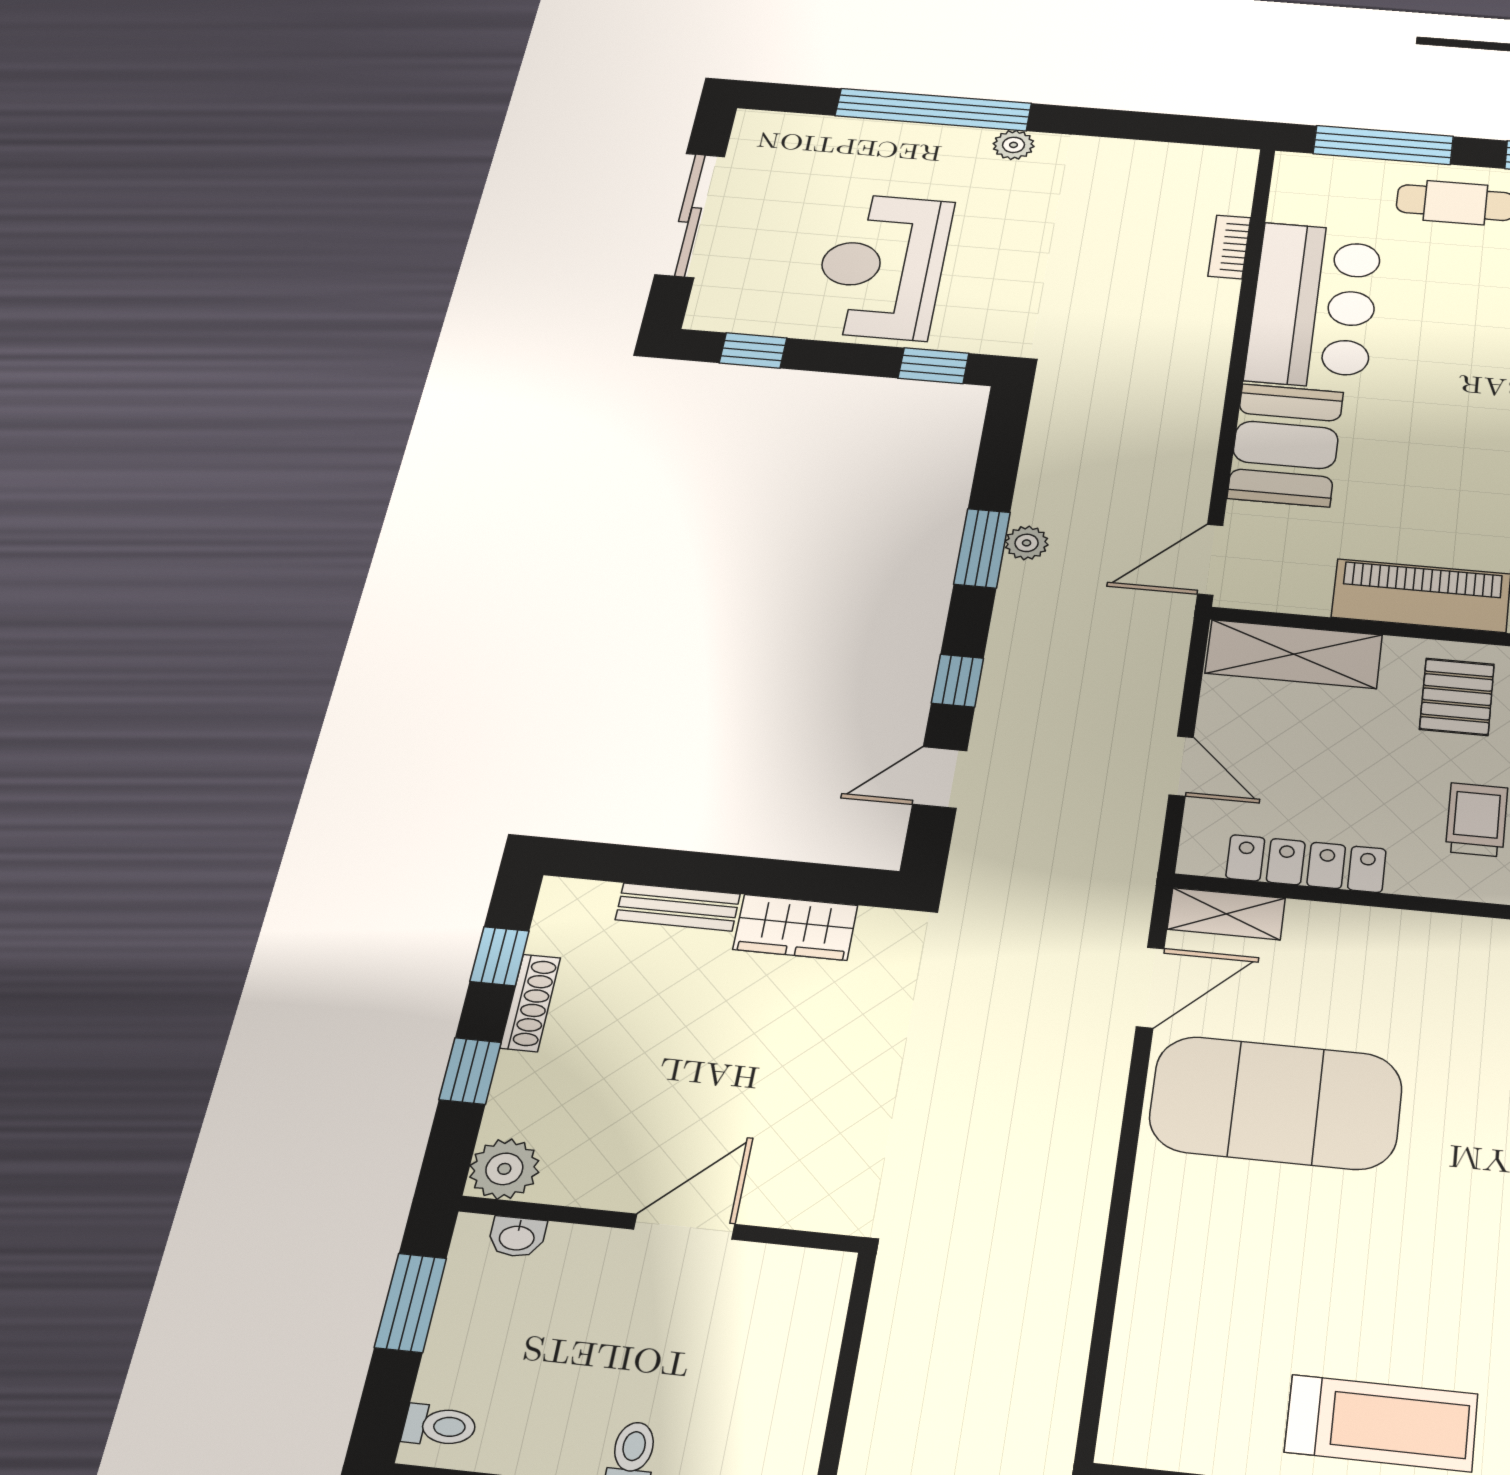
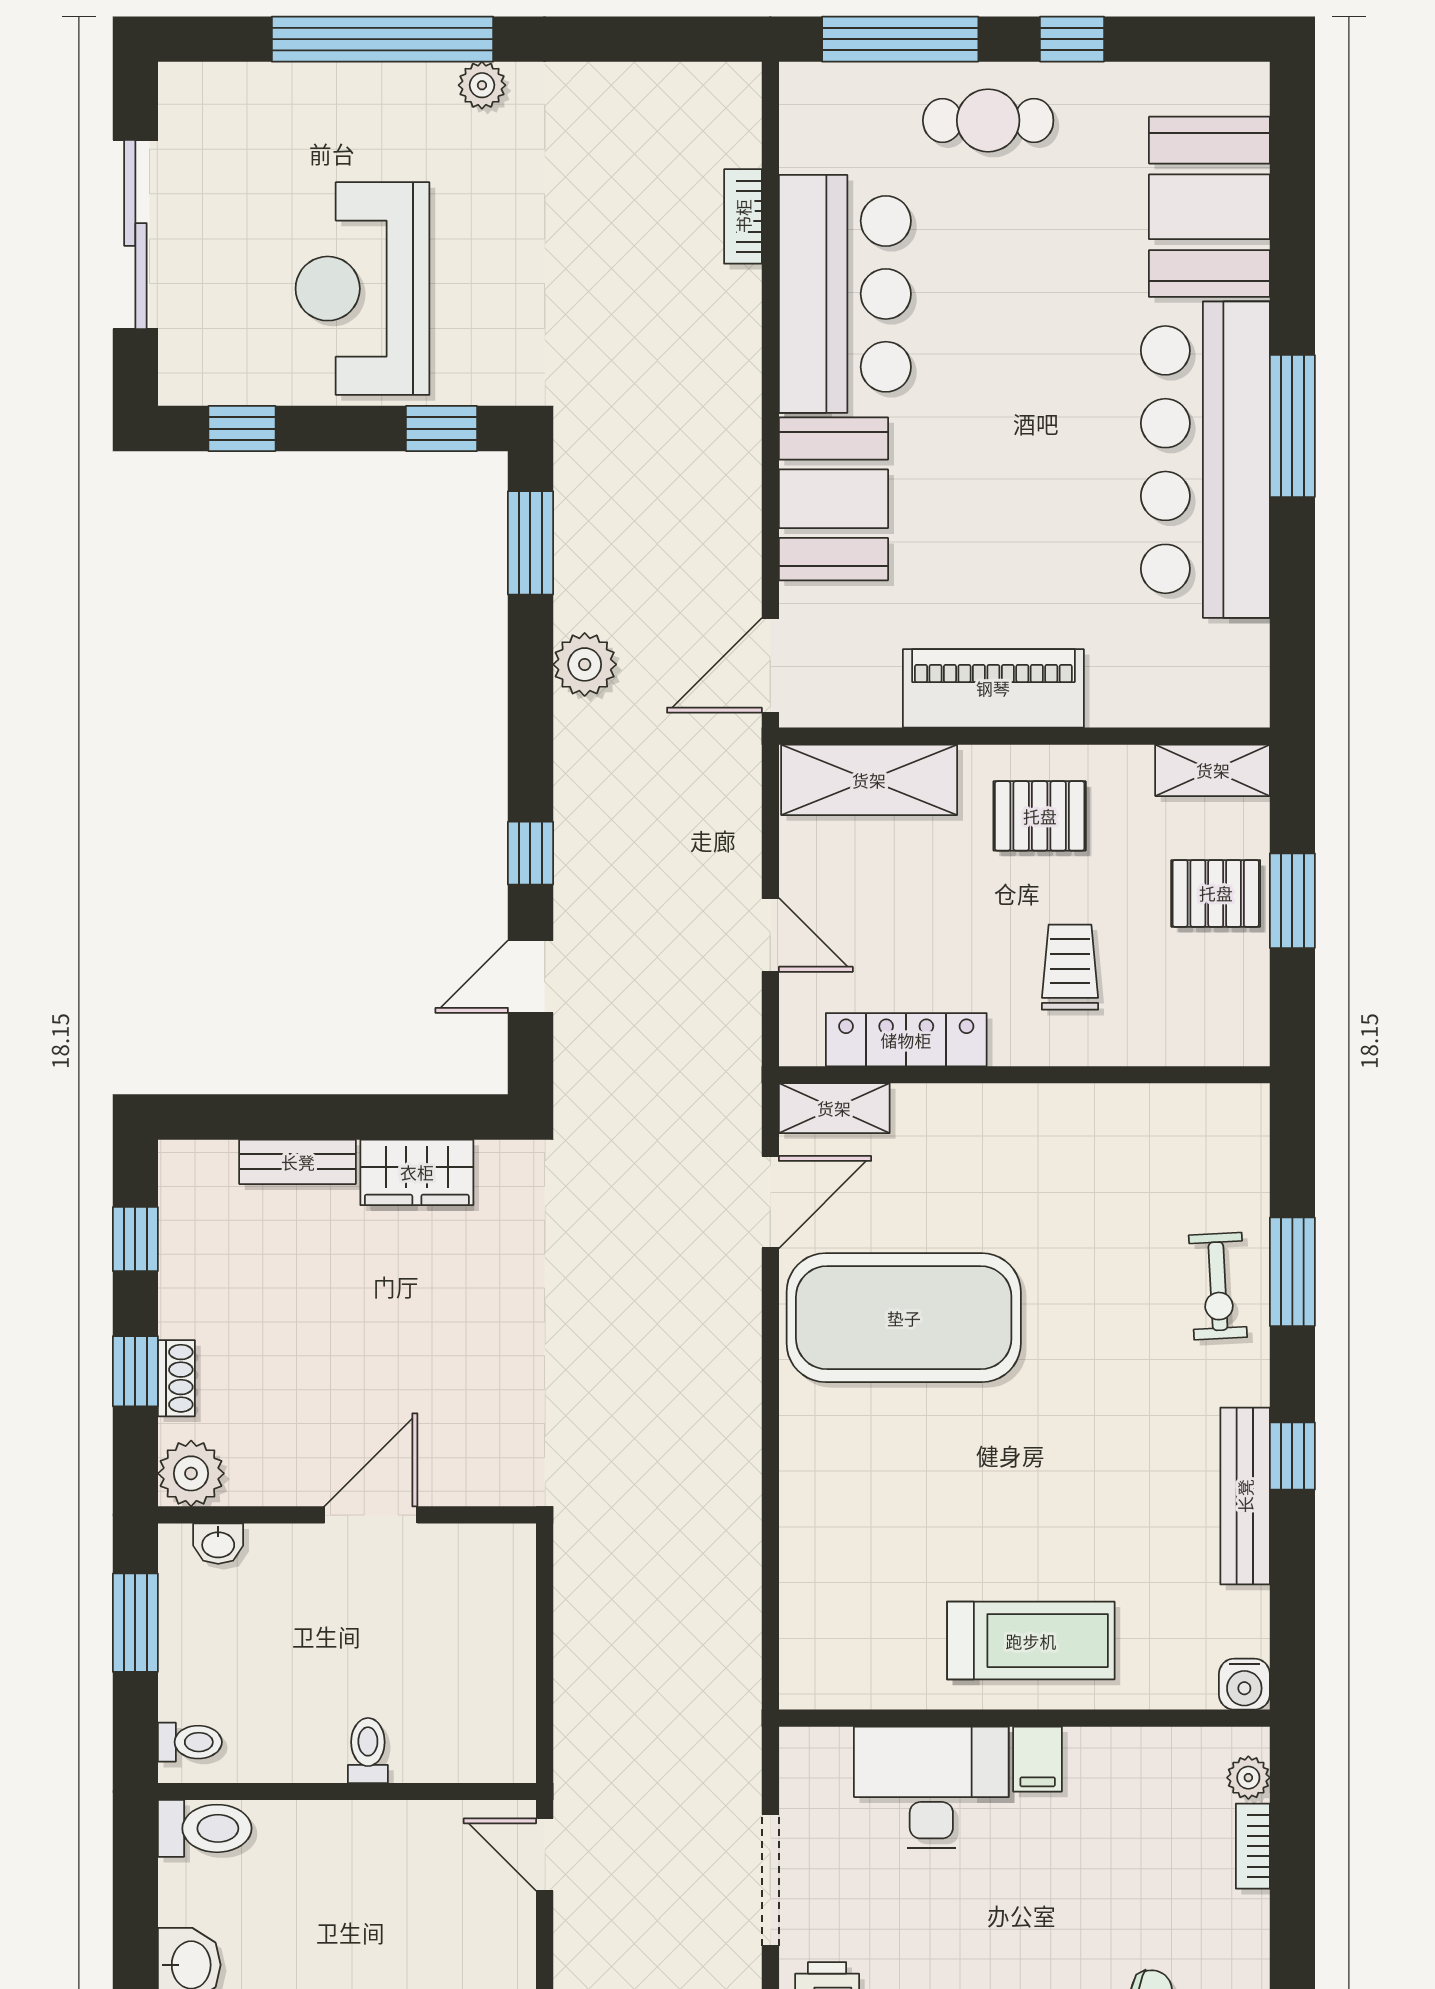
plant: (1027, 543) -> (585, 664), width x1.38, depth x1.38
window: (982, 548) -> (530, 543), moved
pallet: (1457, 697) -> (1040, 816), turned 90
shoe rack: (530, 1003) -> (176, 1378), moved, width x0.70

